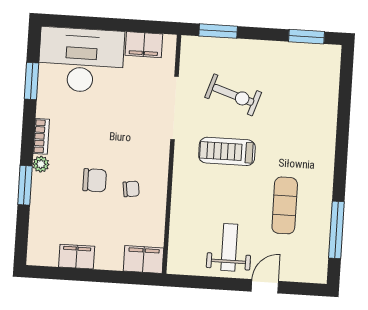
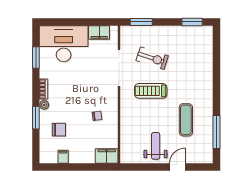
chair: (95, 180) -> (59, 130), moved
filing cabinet: (77, 257) -> (63, 157), width x0.50

